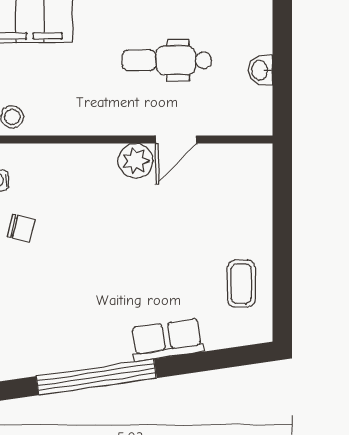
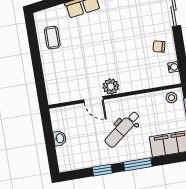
dental chair: (167, 60) -> (122, 129), moved, turned 142
door: (176, 140) -> (93, 100), swing flipped

